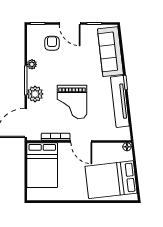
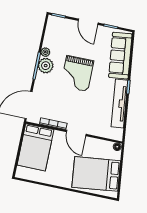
armchair: (52, 43) -> (68, 37), removed
plant: (35, 94) -> (46, 66), moved
grand piano: (72, 102) -> (77, 73), moved

